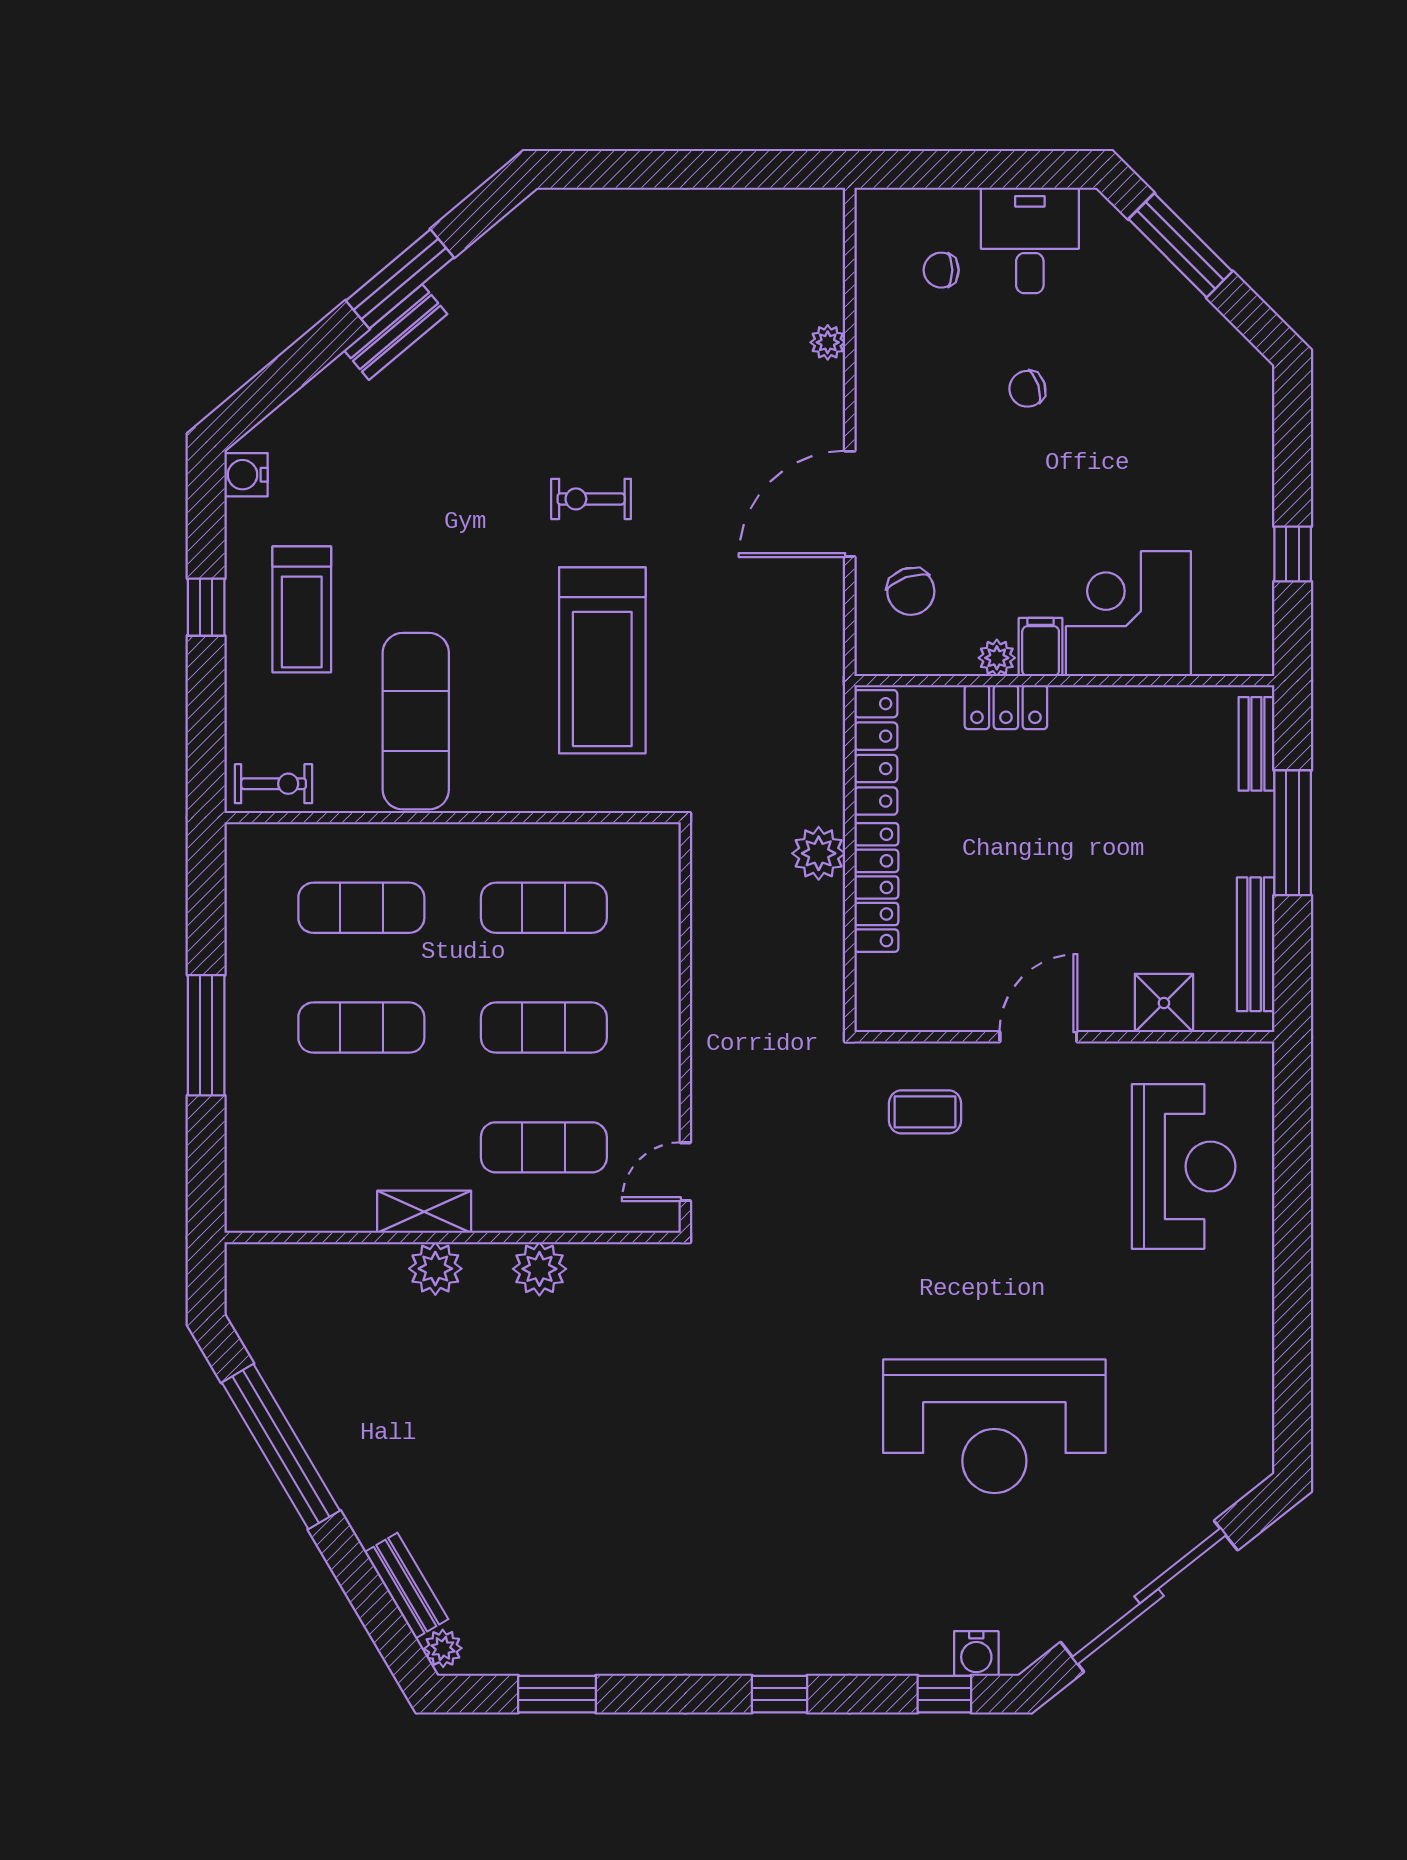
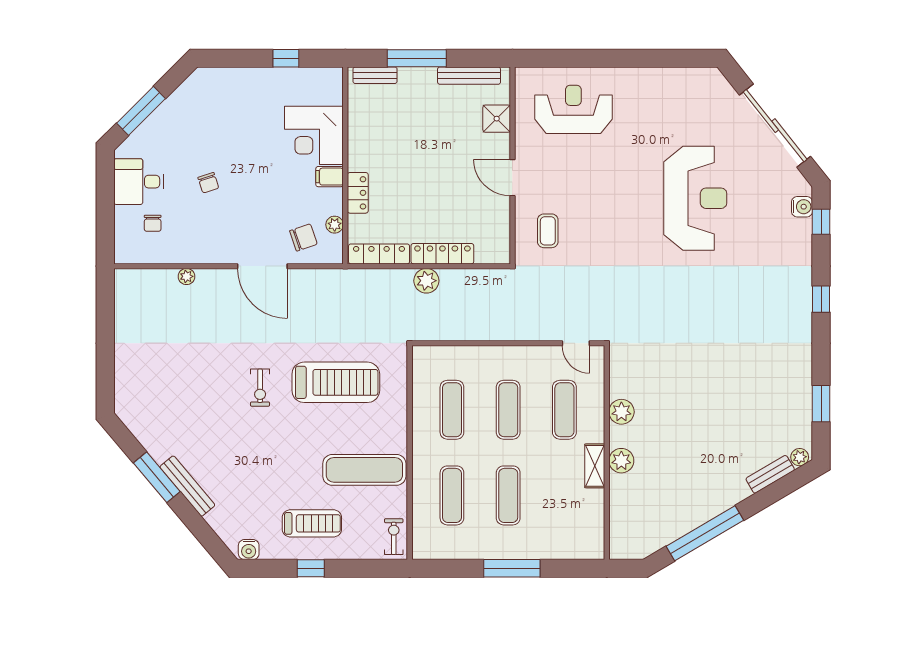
bench: (396, 332) -> (187, 486), width x1.36
plant: (997, 658) -> (335, 225), moved

